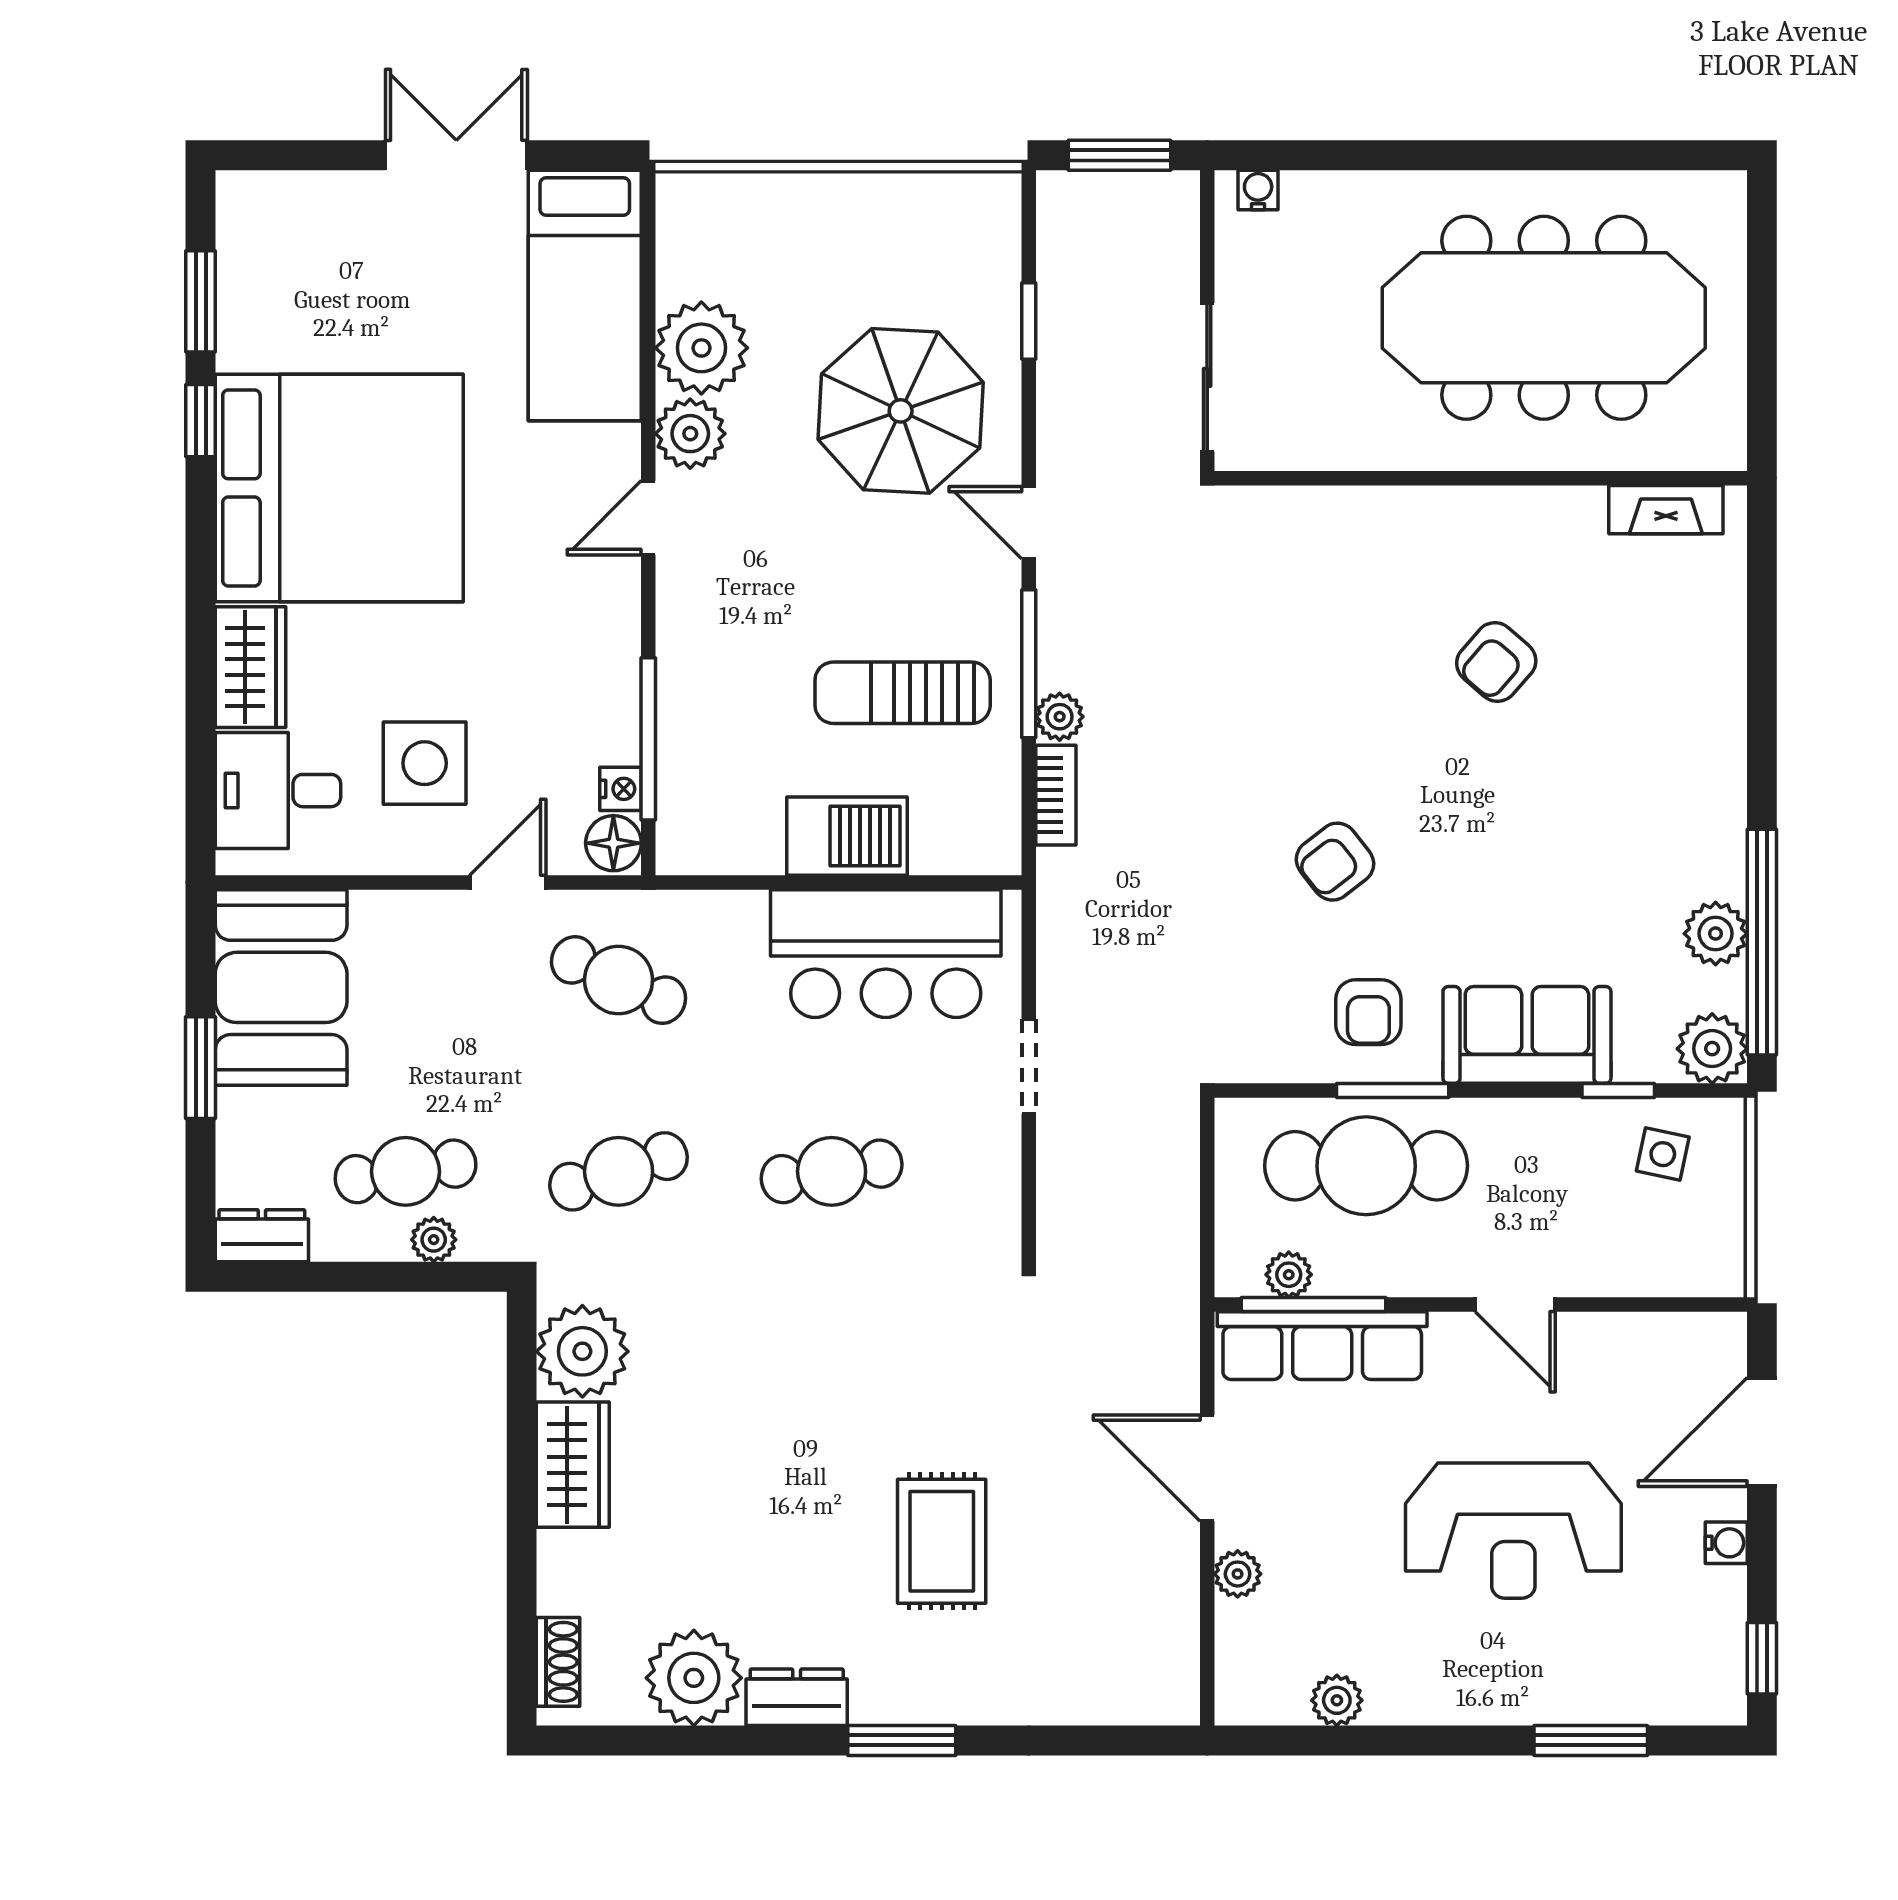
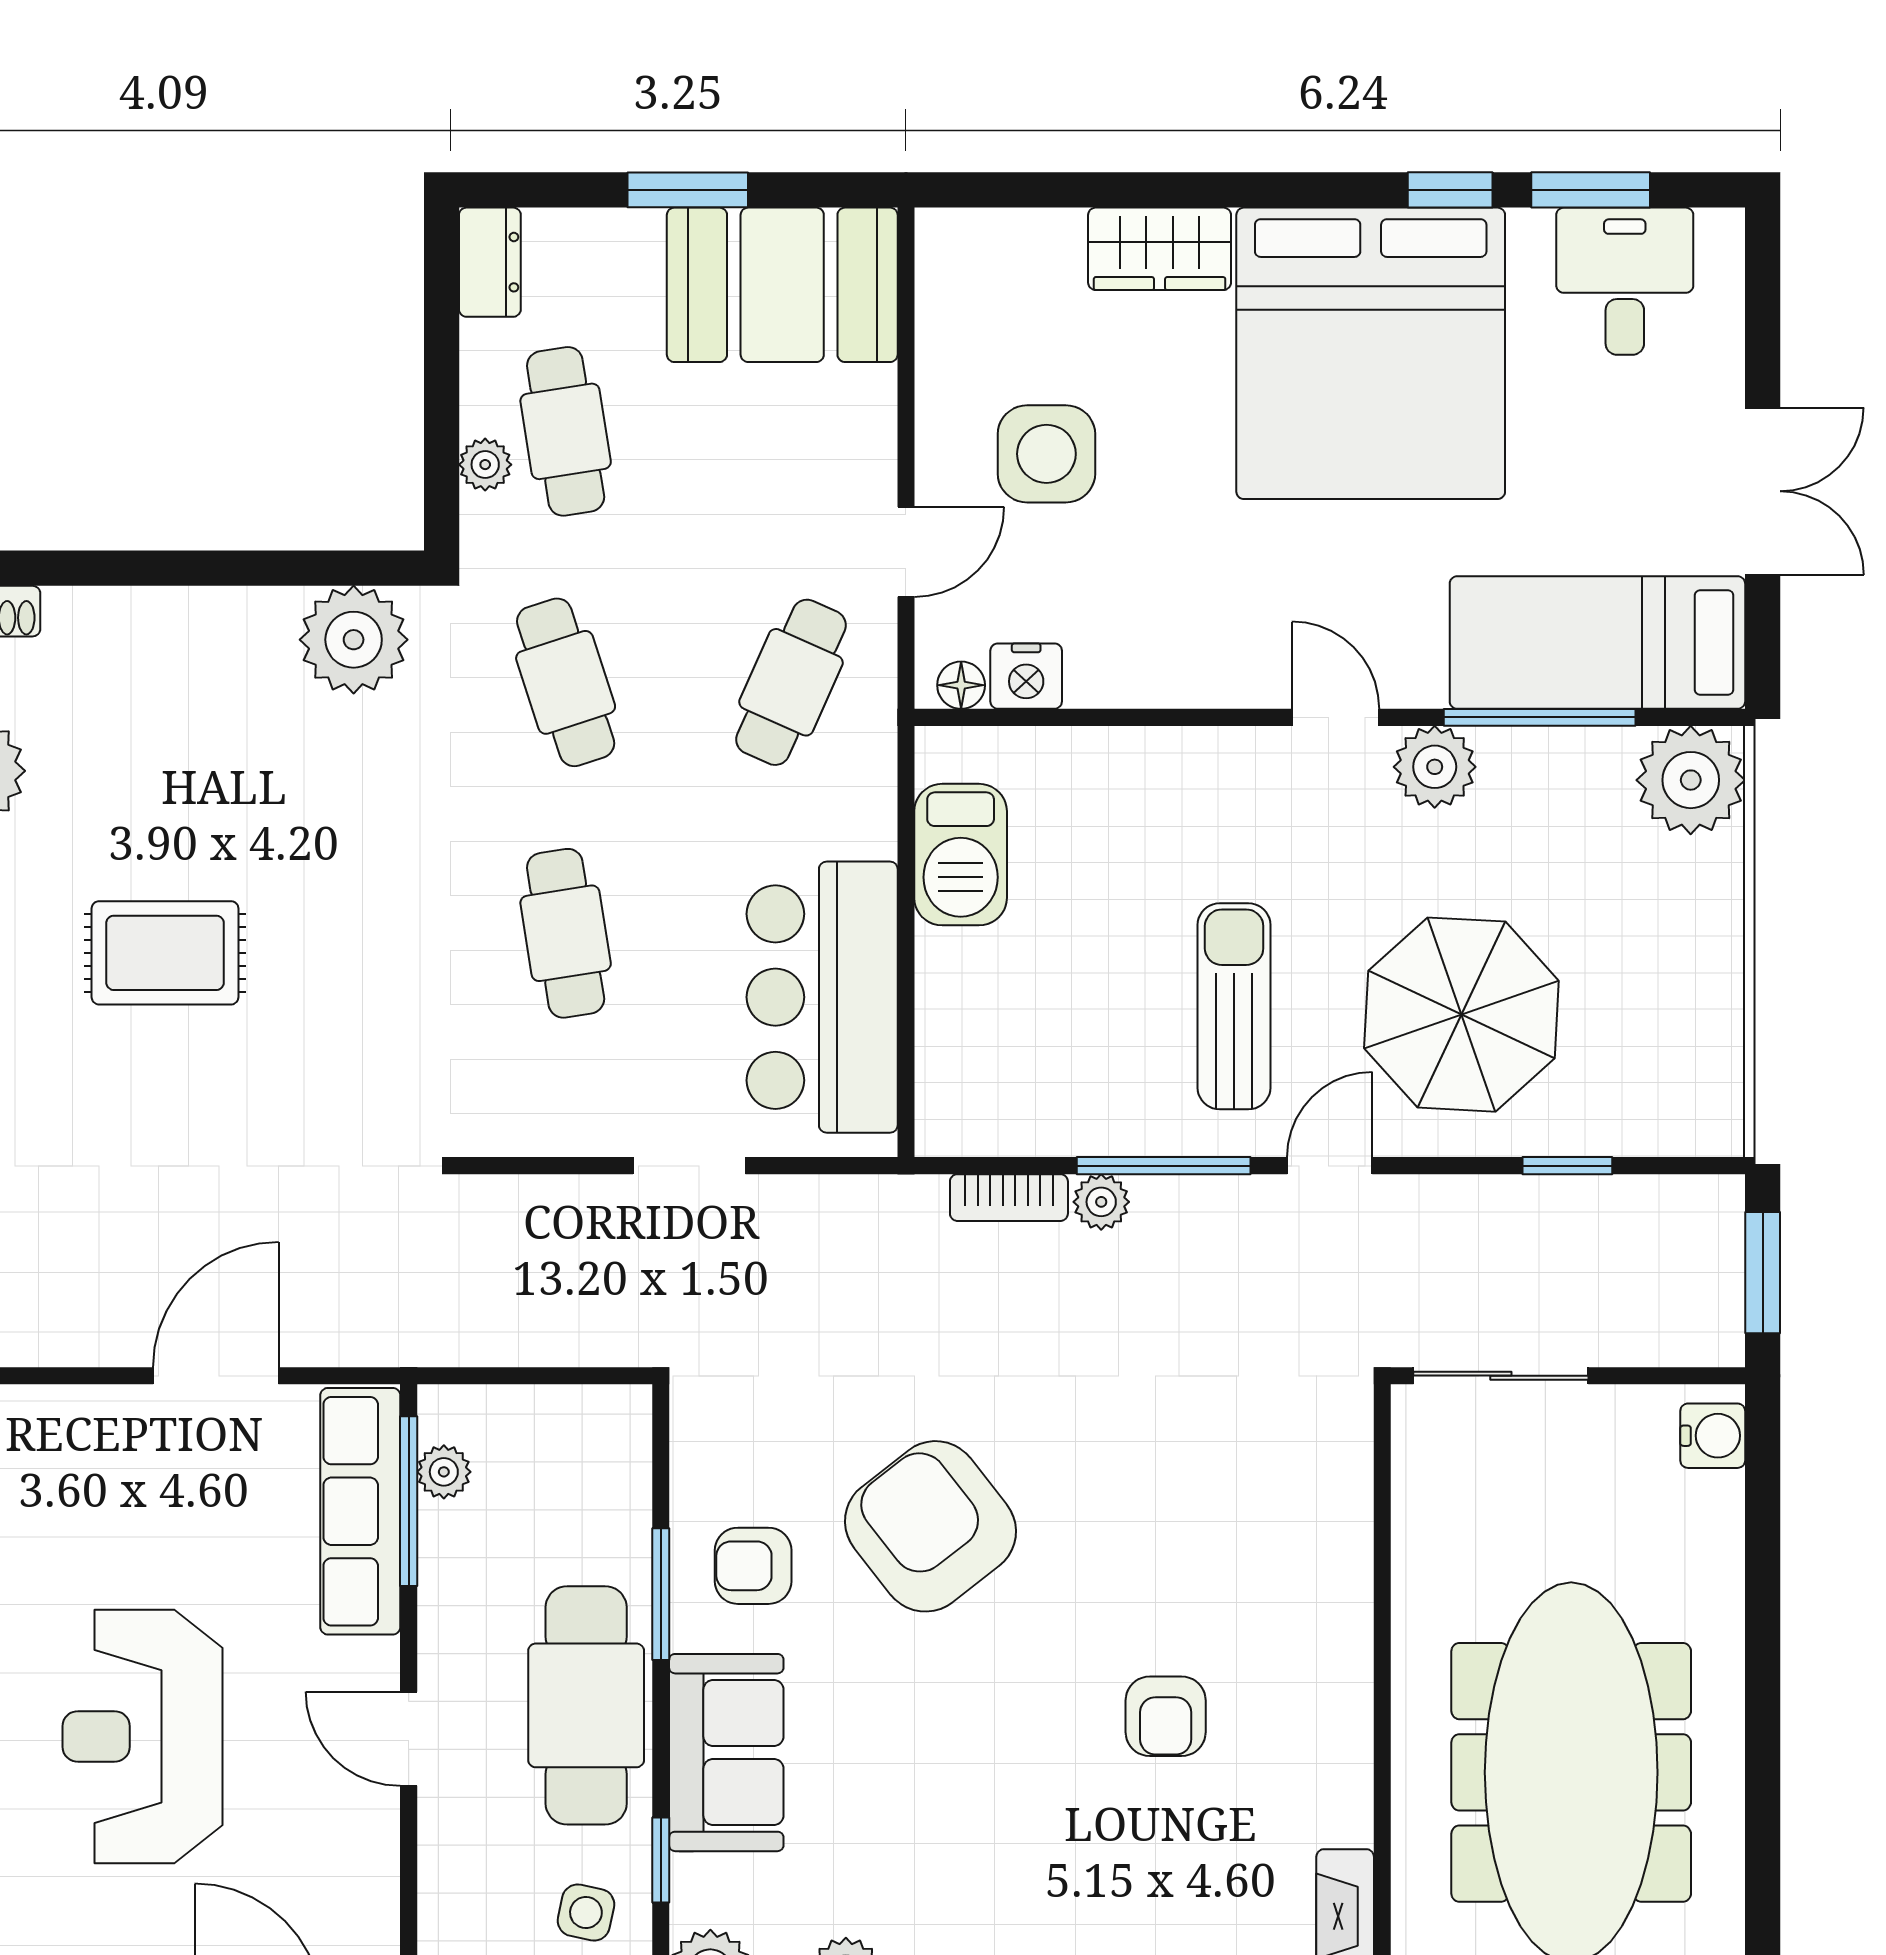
water cooler: (1258, 190) -> (1713, 1436), width x1.38, depth x1.38
plant: (701, 348) -> (1691, 780), moved
armchair: (1496, 662) -> (1166, 1716), turned -131
sun lounger: (903, 693) -> (1234, 1006), moved
window: (648, 739) -> (1540, 717), moved
nightstand: (621, 789) -> (1026, 676), width x1.39, depth x1.35
desk: (278, 791) -> (1625, 281), moved
barbecue: (847, 836) -> (961, 855), moved
floor lamp: (613, 843) -> (961, 685), width x0.73, depth x0.73
armchair: (1335, 862) -> (930, 1526), width x1.88, depth x1.88
door: (508, 882) -> (906, 552), hinge flipped
cafe table: (1366, 1166) -> (586, 1705), moved
door: (1515, 1305) -> (409, 1739), hinge flipped
wardrobe: (573, 1465) -> (220, 628), removed
rug: (942, 1541) -> (165, 953), moved
plant: (1238, 1574) -> (91, 1412), removed

